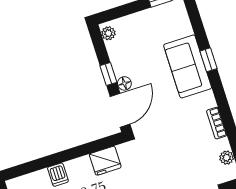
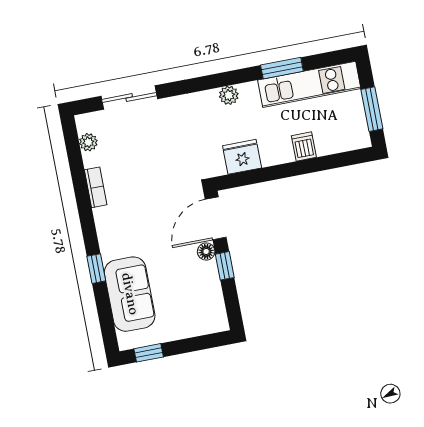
plant: (108, 33) -> (219, 317), removed
sofa: (188, 66) -> (130, 294), moved

